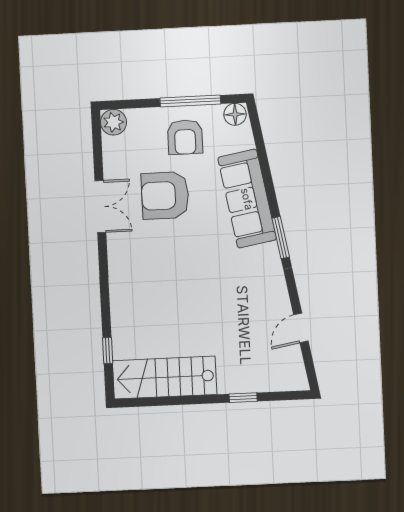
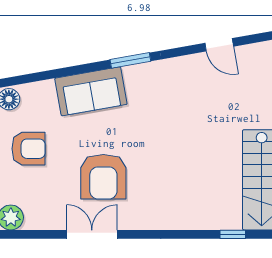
armchair: (165, 196) -> (103, 177), moved
sofa: (247, 199) -> (91, 91), width x0.73

